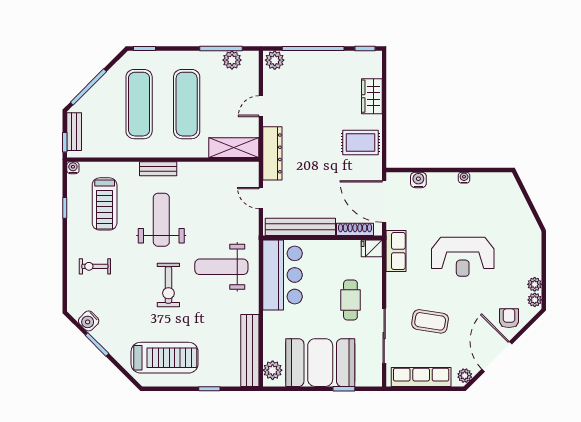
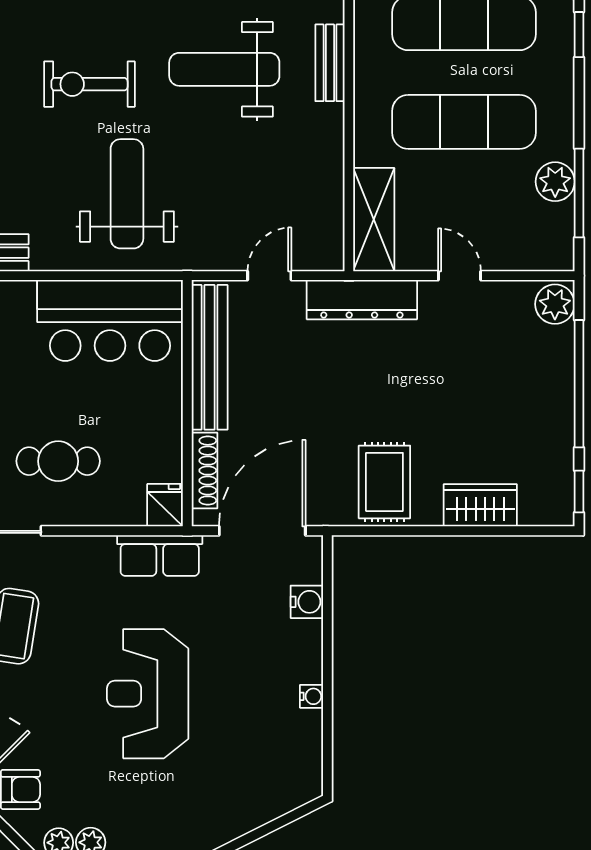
plant: (232, 60) -> (555, 182), moved
weight bench: (161, 220) -> (224, 69), turned 180

